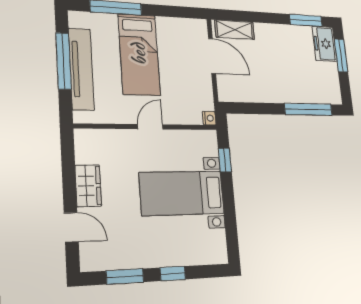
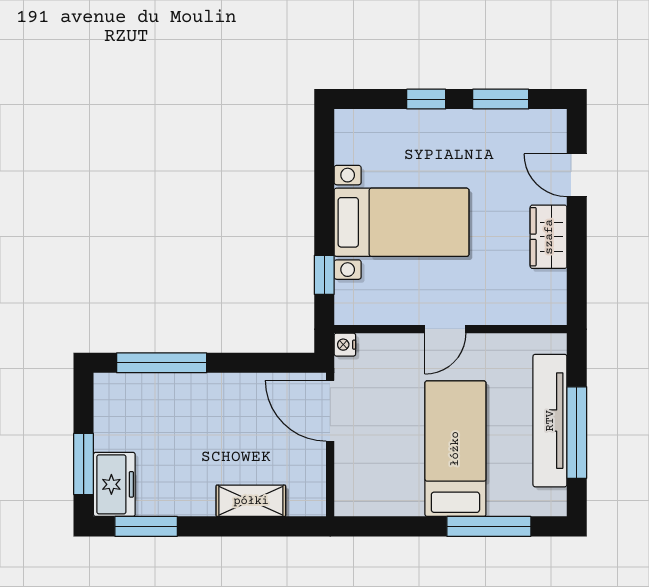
shelving: (235, 30) -> (251, 501), moved
door: (212, 56) -> (330, 411), moved

